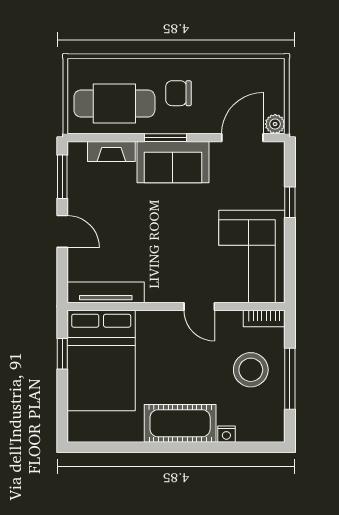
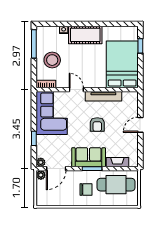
plant: (275, 151) -> (41, 162), added
window: (62, 177) -> (140, 150), removed
door: (62, 231) -> (140, 125), hinge flipped
armchair: (154, 232) -> (97, 125), added
tv unit: (106, 292) -> (103, 96), moved
window: (62, 354) -> (140, 46), moved
window: (290, 379) -> (34, 44), moved

